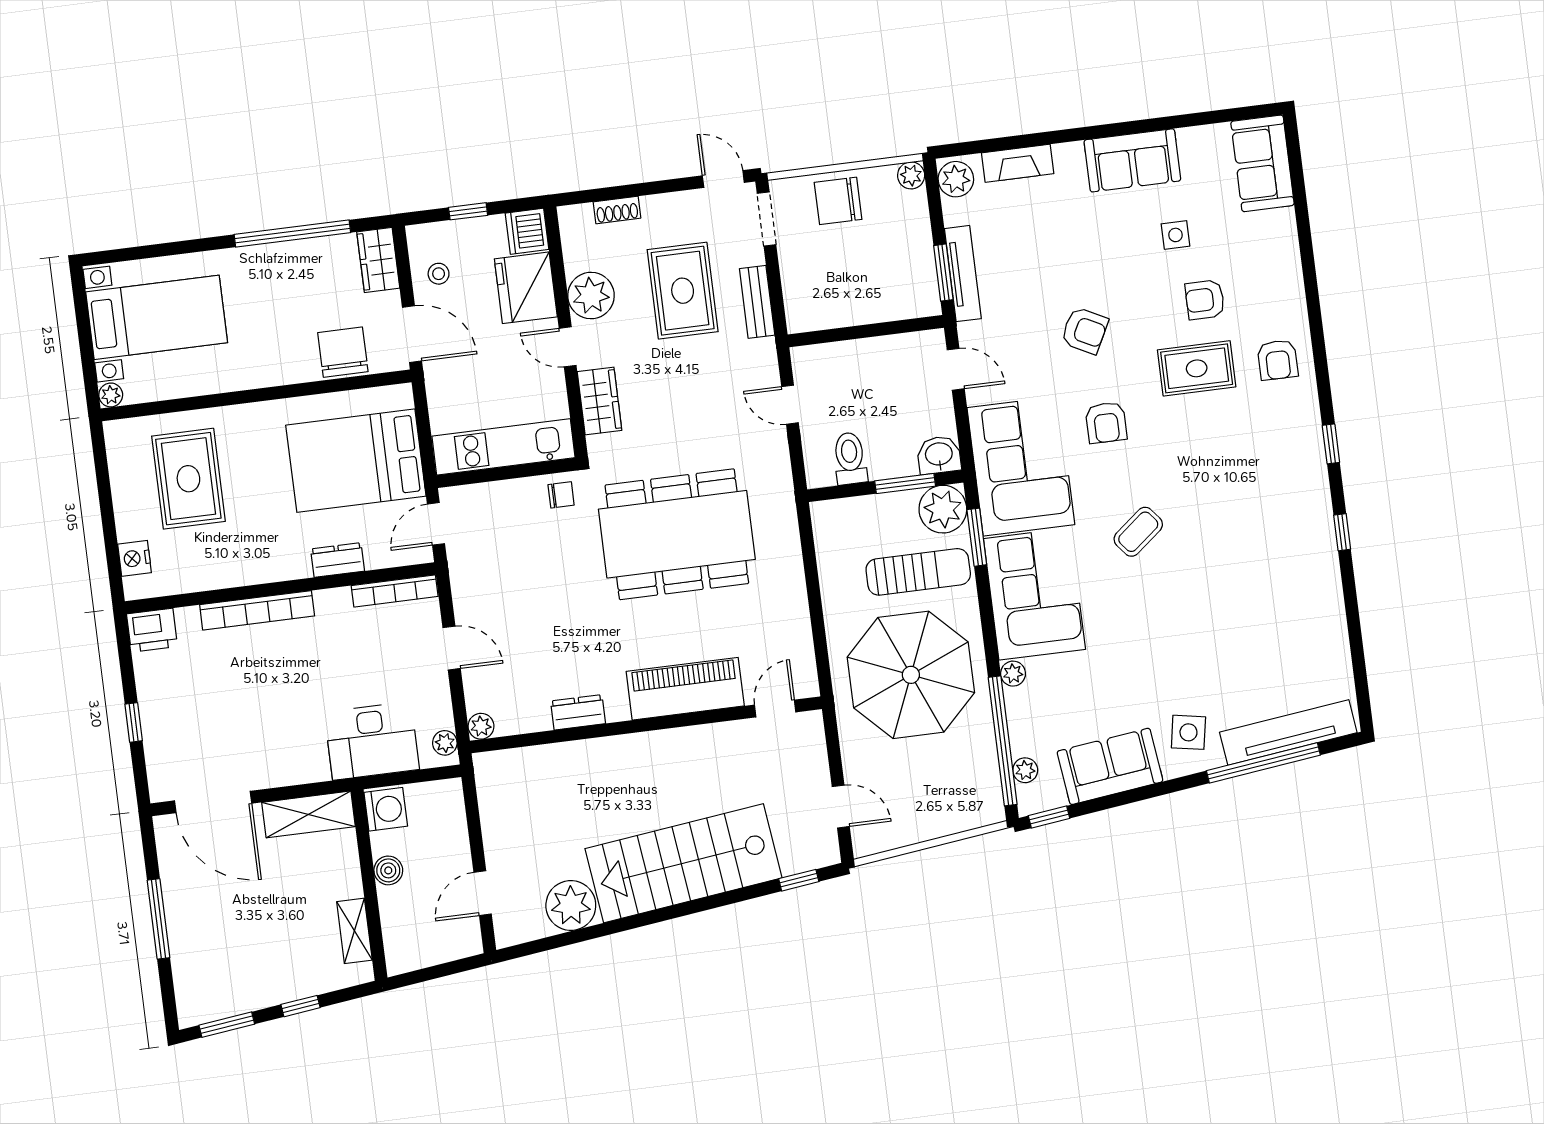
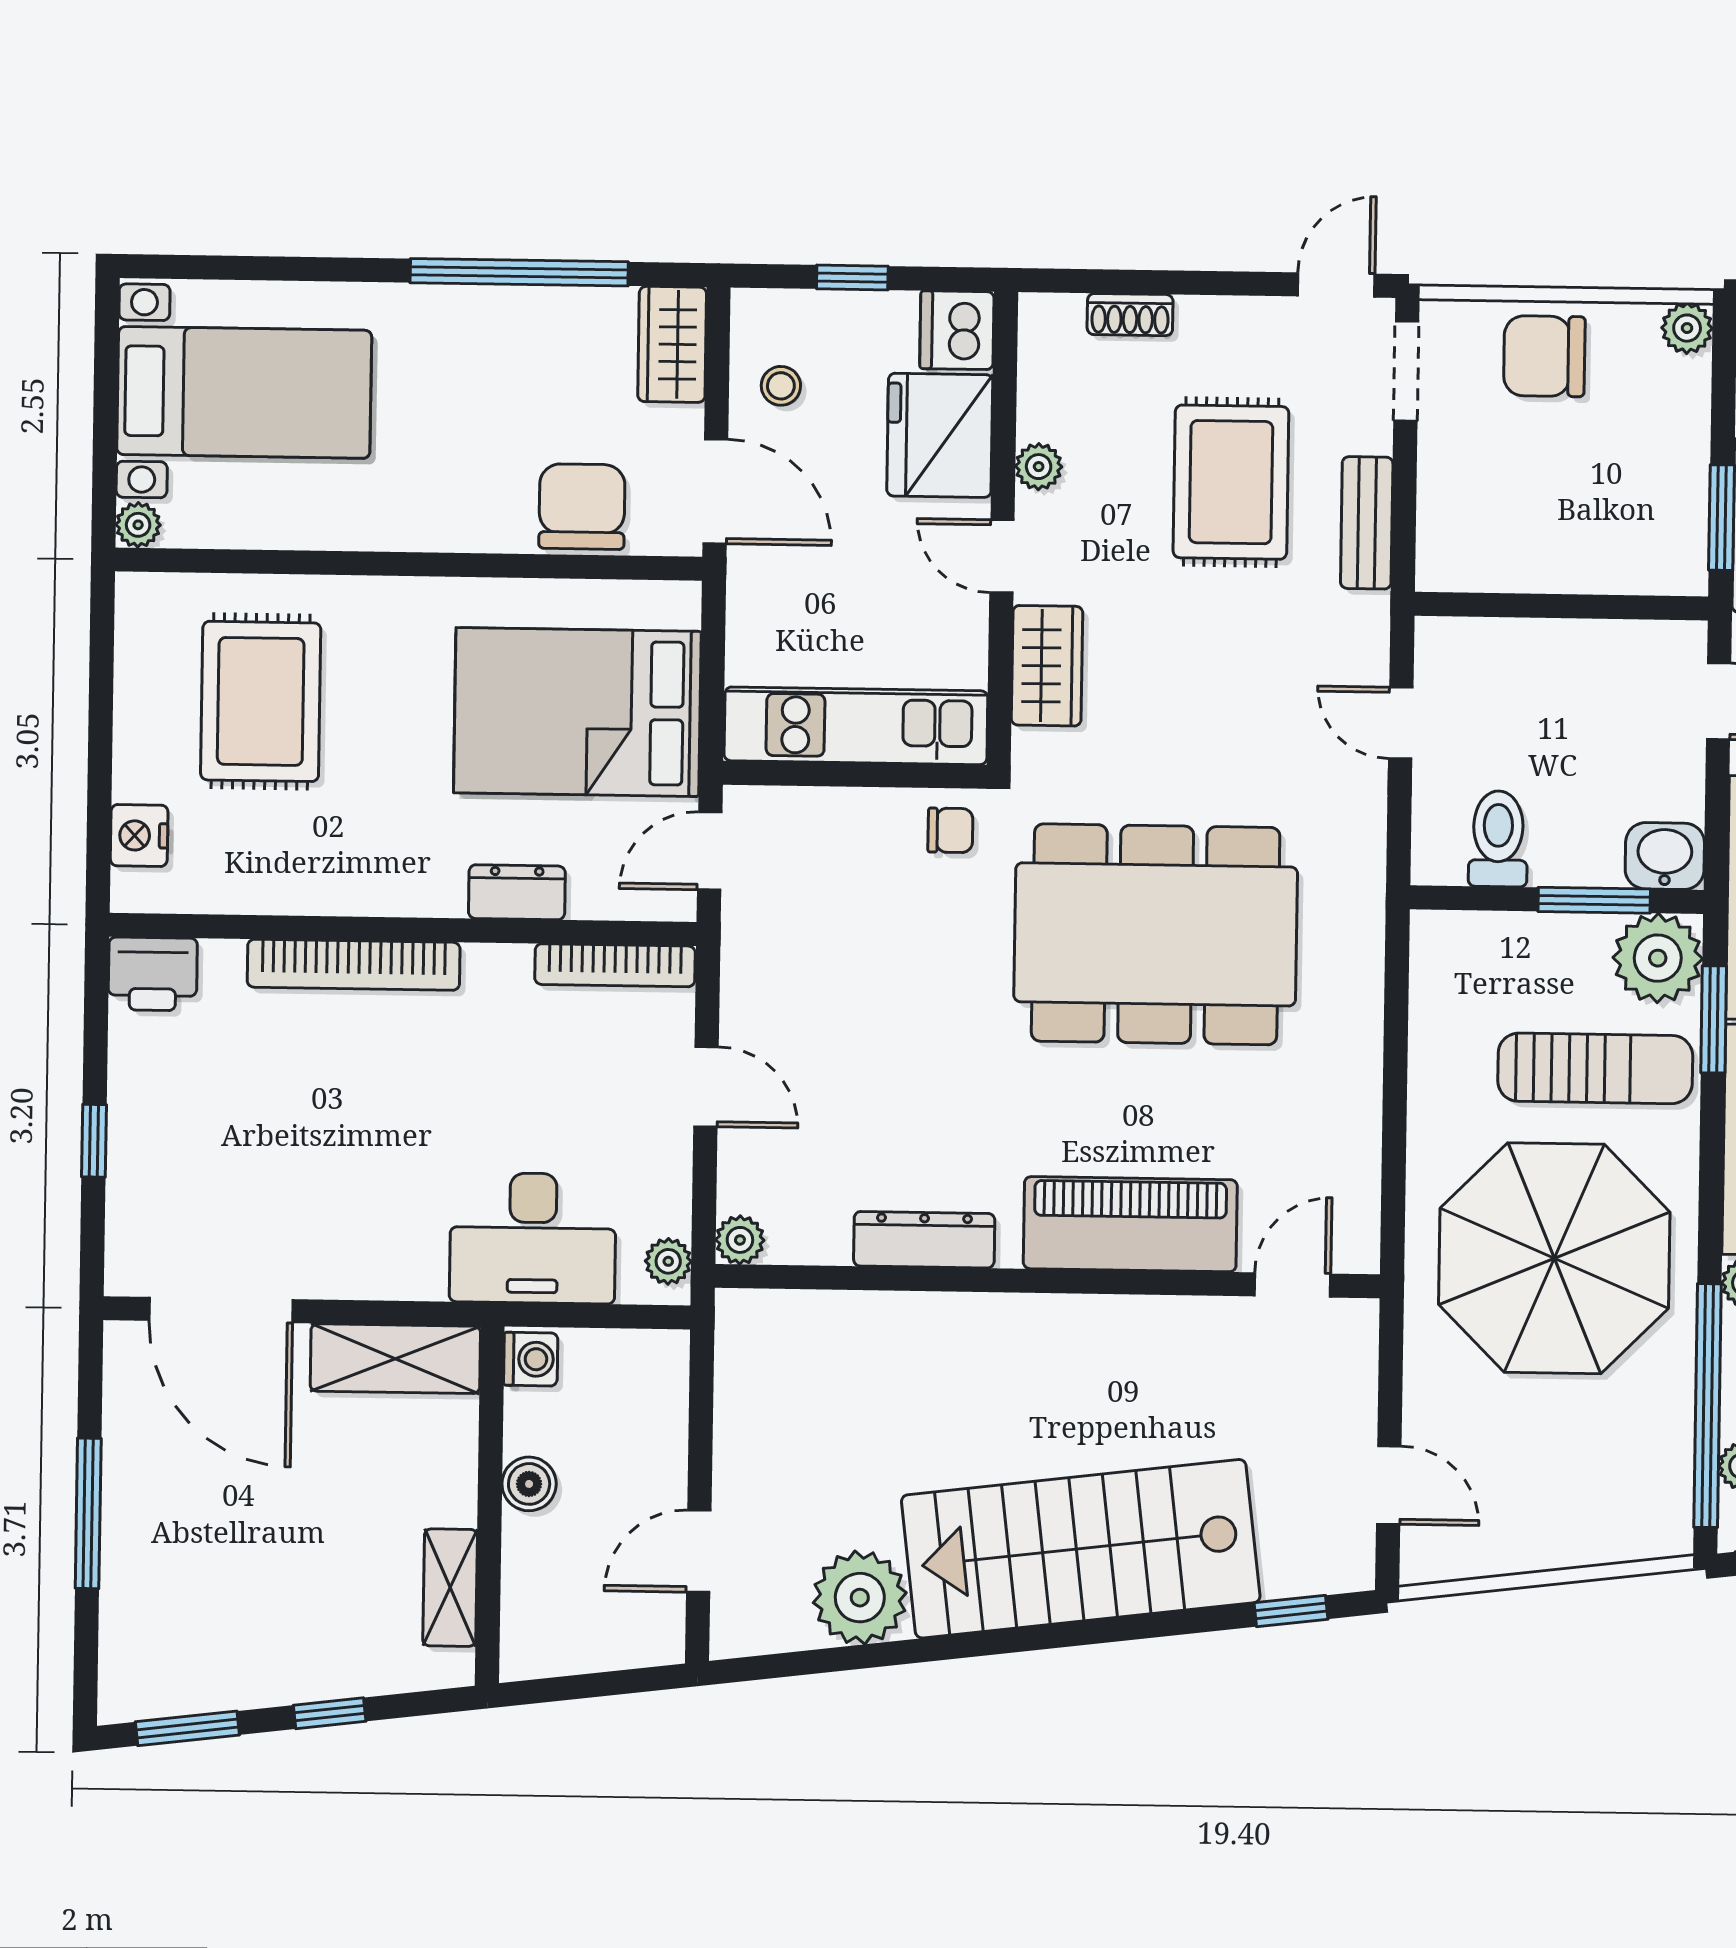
door: (723, 179) -> (1336, 285), hinge flipped
plant: (591, 296) -> (1039, 467), width x0.53, depth x0.53
dresser: (578, 712) -> (924, 1240), width x1.44
washing machine: (386, 809) -> (531, 1359), width x0.73, depth x0.73

